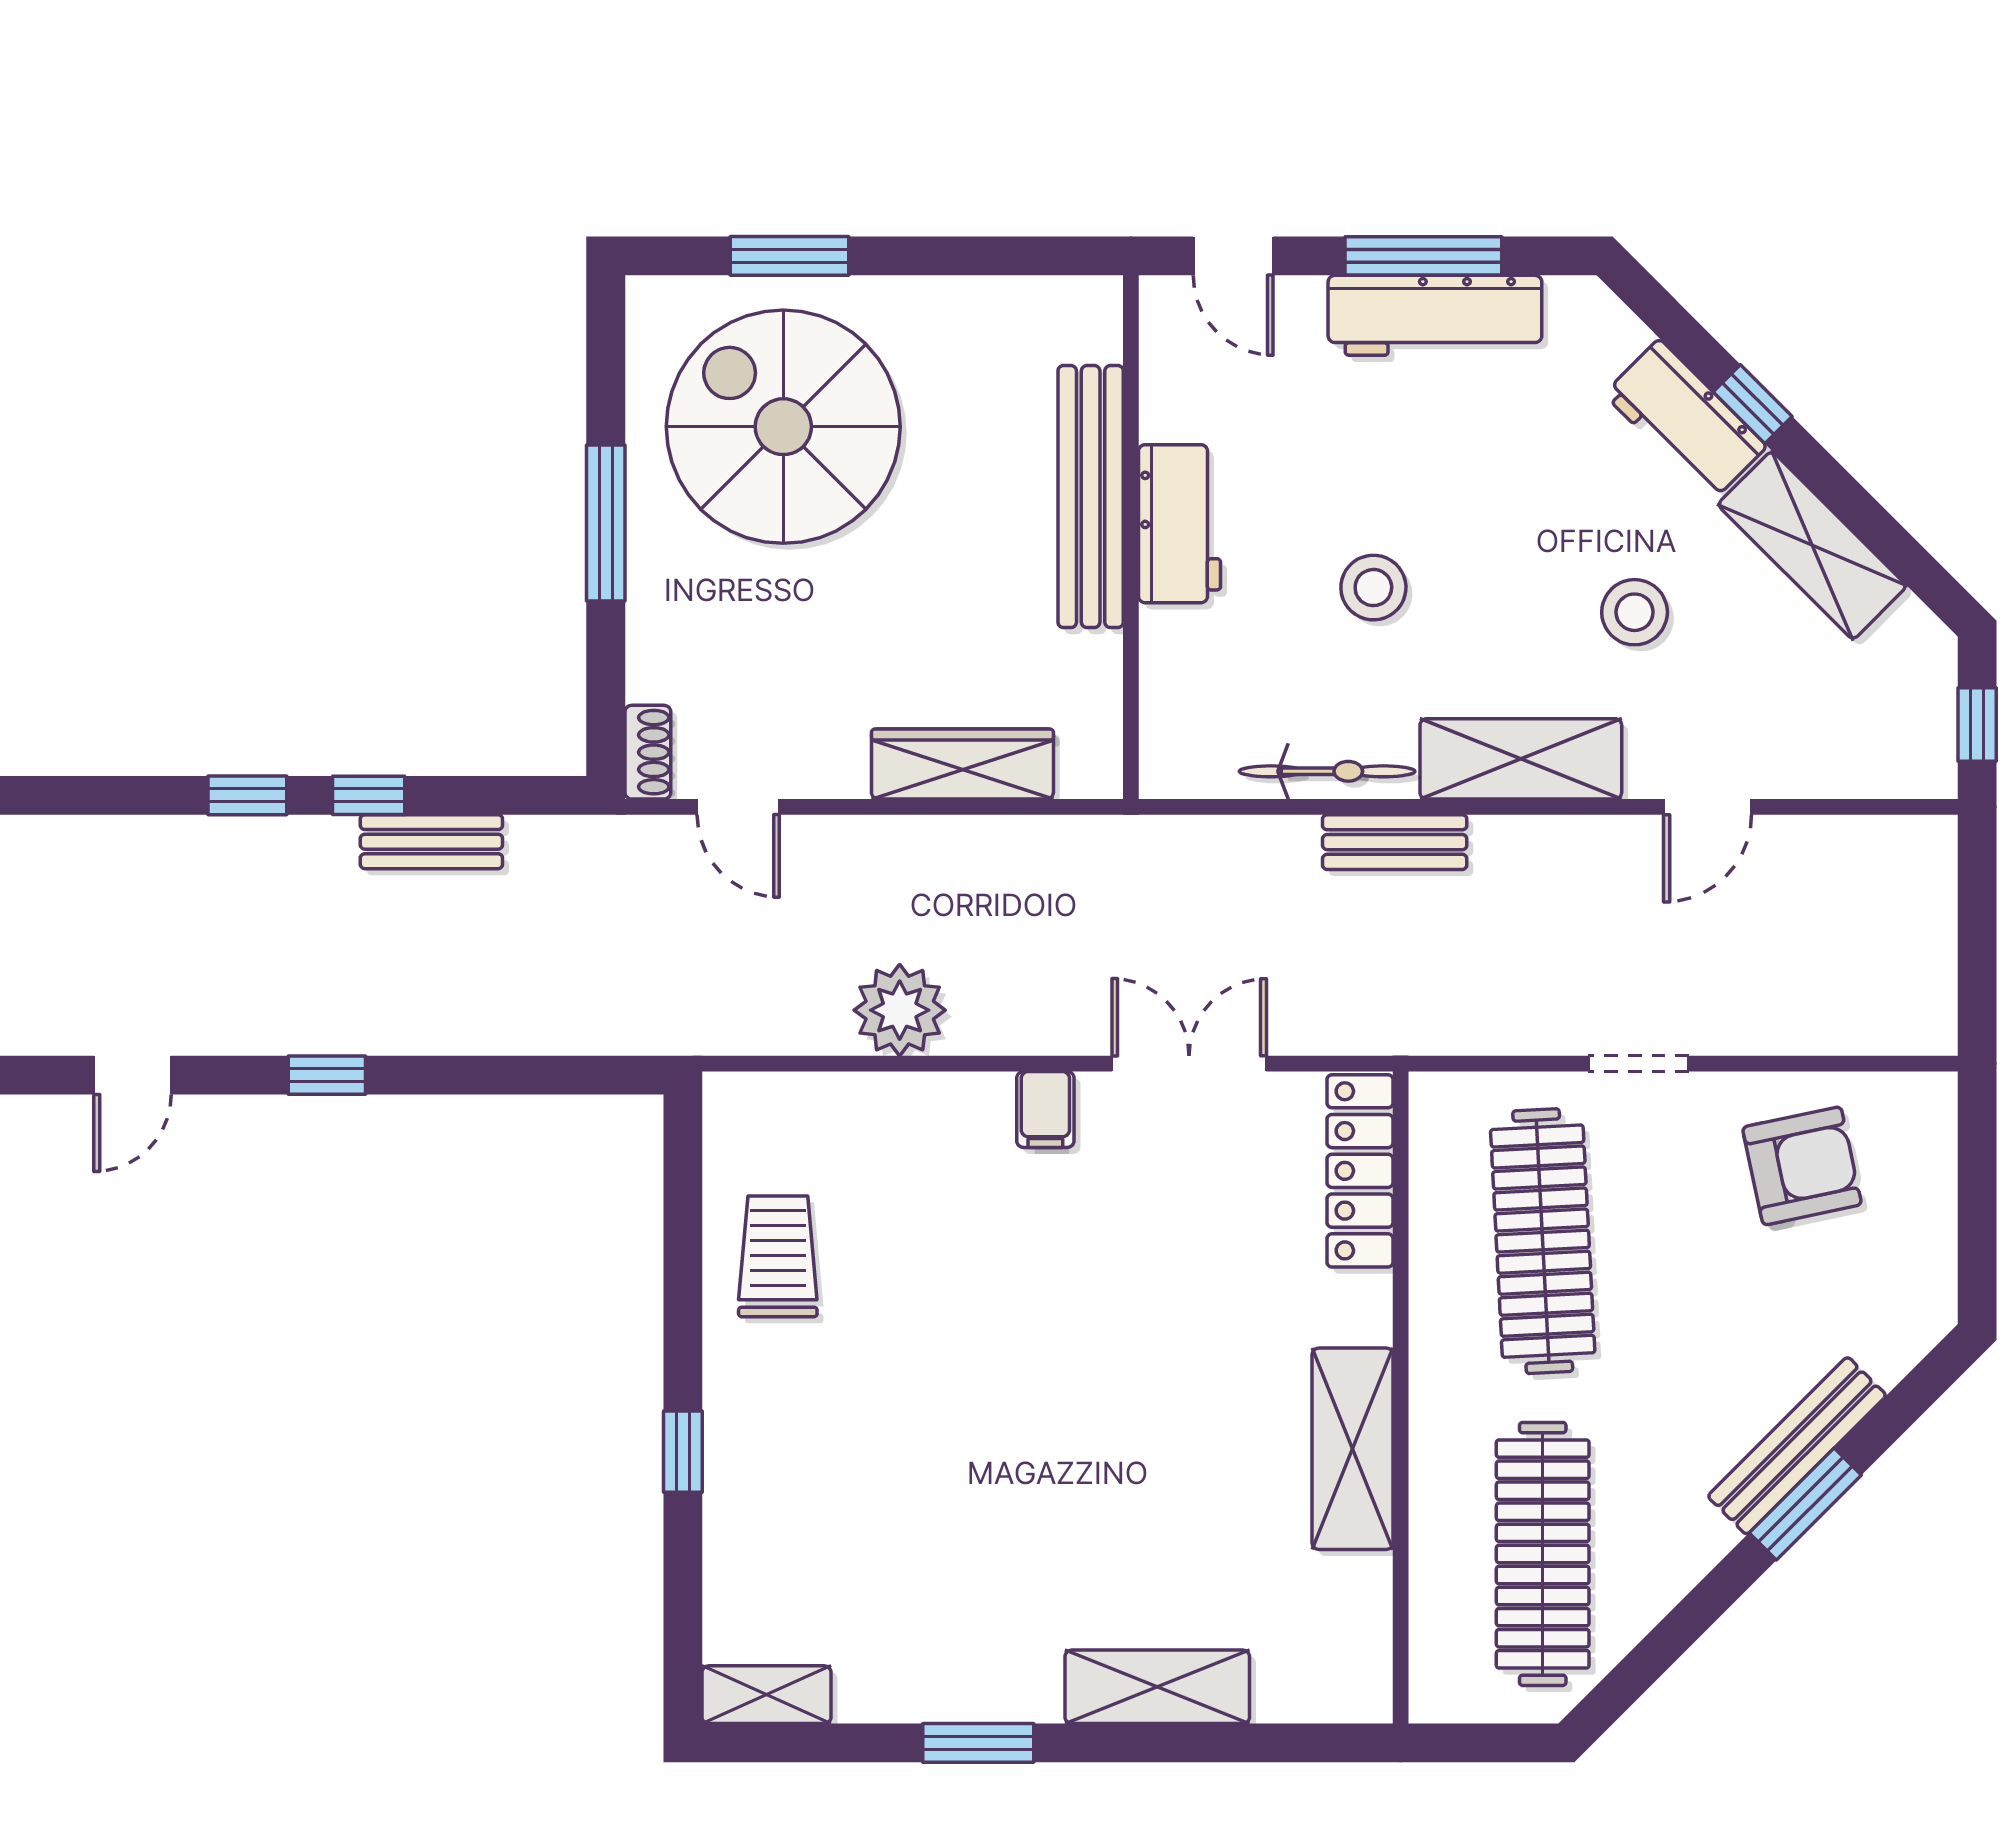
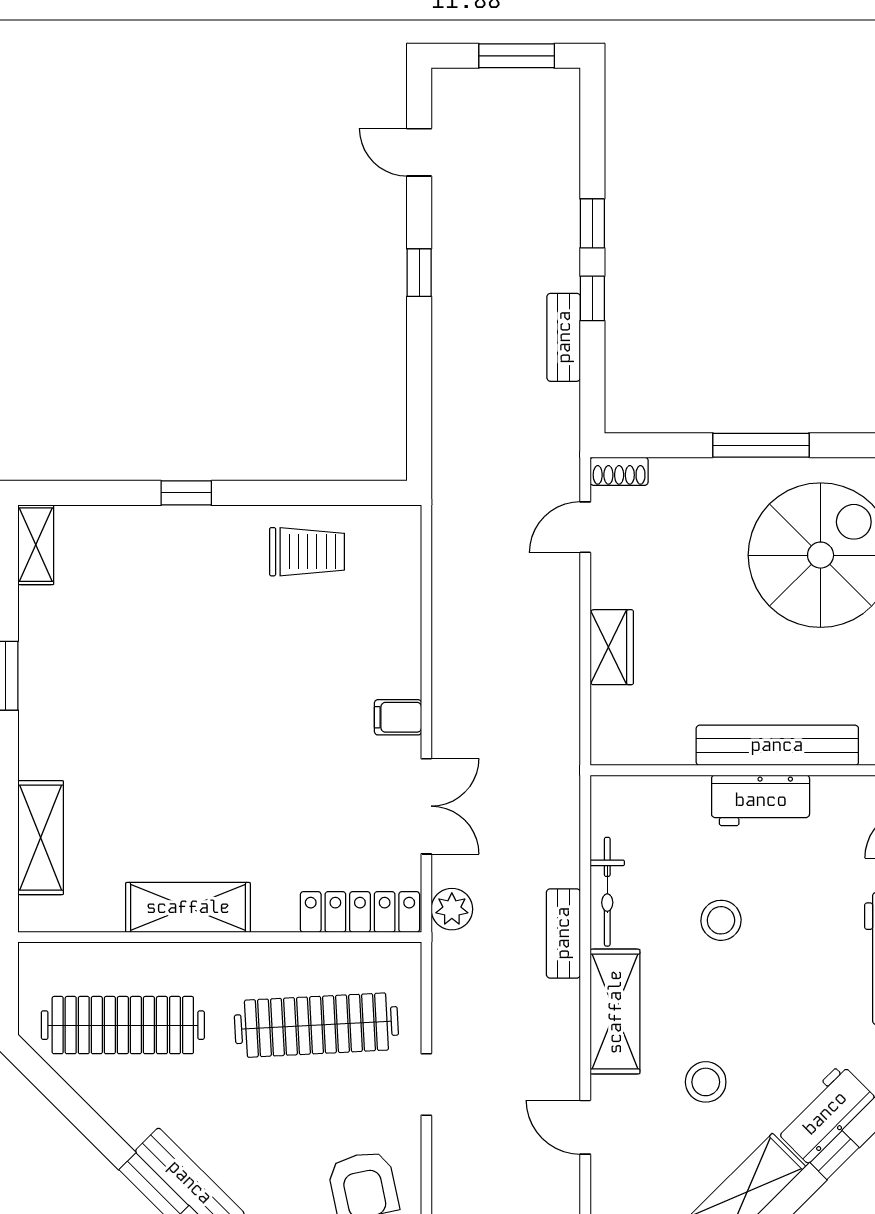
wardrobe: (962, 764) -> (612, 647), width x0.67
plant: (900, 1010) -> (452, 909), moved, width x0.73, depth x0.73
shelving: (1157, 1687) -> (41, 838), moved

